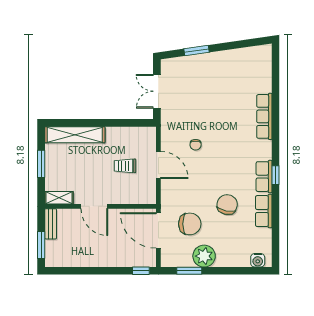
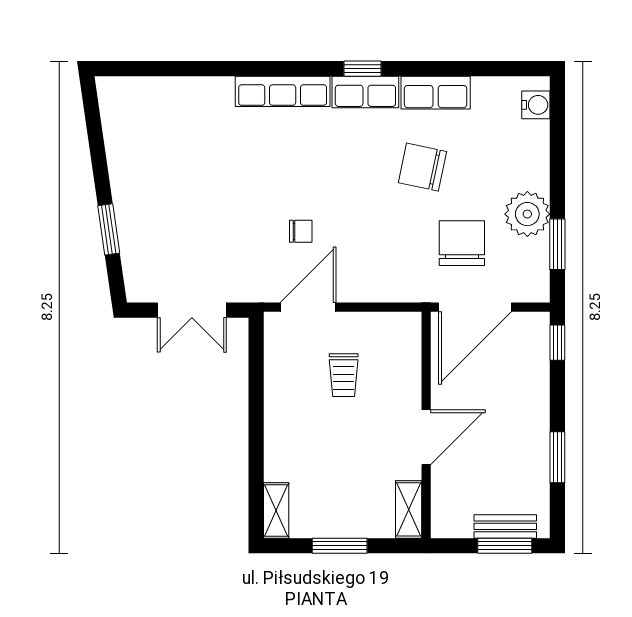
row of seats: (264, 116) -> (283, 91), moved
shelving: (75, 135) -> (276, 510), width x0.45, depth x0.75
door: (158, 165) -> (308, 307), moved
bench: (51, 224) -> (505, 526), moved
window: (85, 271) -> (557, 457), added

